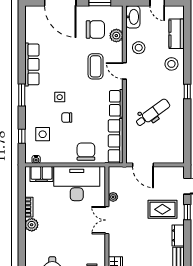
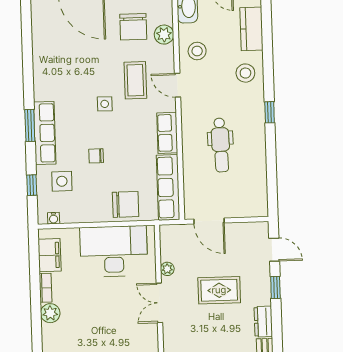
chair: (95, 29) -> (133, 27), turned 90
row of seats: (32, 64) -> (45, 133), moved
side table: (60, 97) -> (105, 104), moved
dental chair: (153, 113) -> (221, 145), turned 124
chair: (86, 152) -> (126, 204), turned 90
filing cabinet: (41, 174) -> (50, 255), moved, turned -90
rug: (162, 209) -> (219, 290), moved

